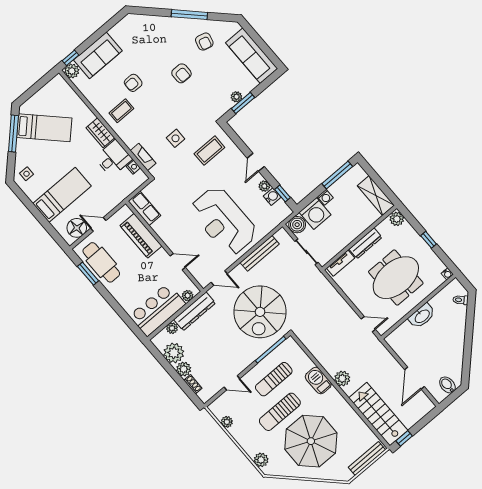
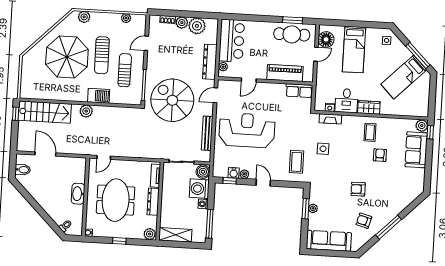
plant: (172, 328) -> (213, 39), removed
sun lounger: (280, 412) -> (102, 55), turned 180
bench: (367, 459) -> (25, 80), removed

